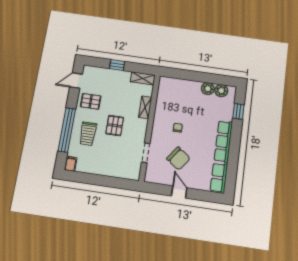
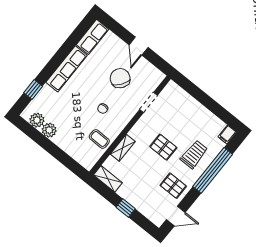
coffee table: (167, 104) -> (99, 139), added
pallet: (115, 126) -> (163, 147), turned 90

